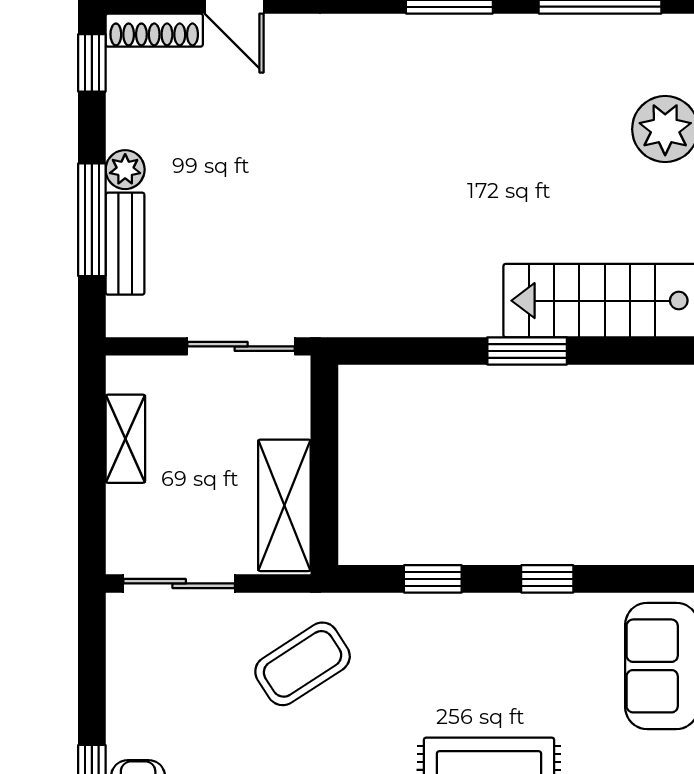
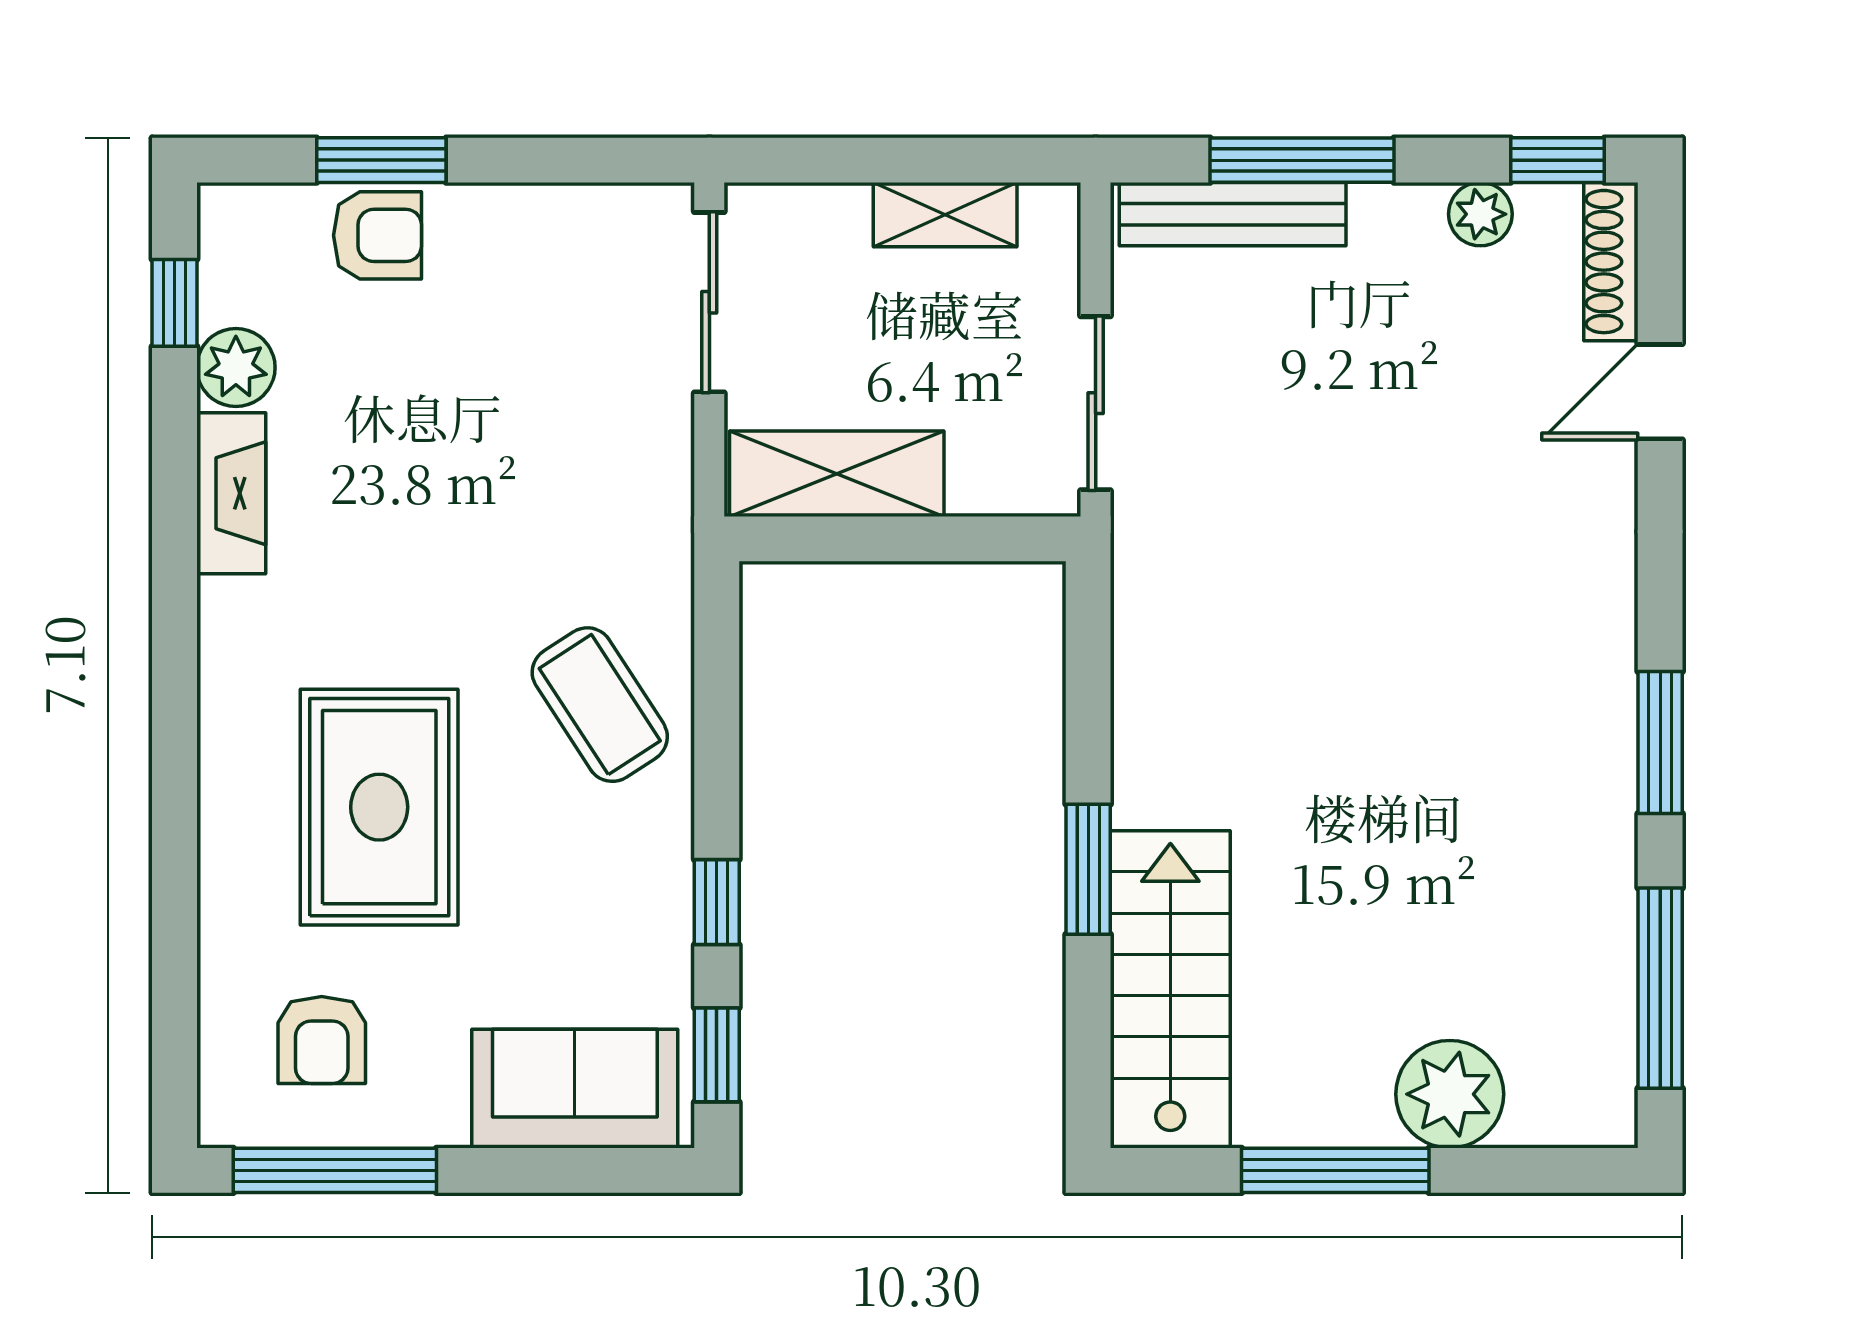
plant: (125, 170) -> (1480, 214), moved
bench: (125, 244) -> (1233, 214), width x1.36
window: (433, 579) -> (717, 1055), moved
coffee table: (303, 664) -> (600, 705), moved

